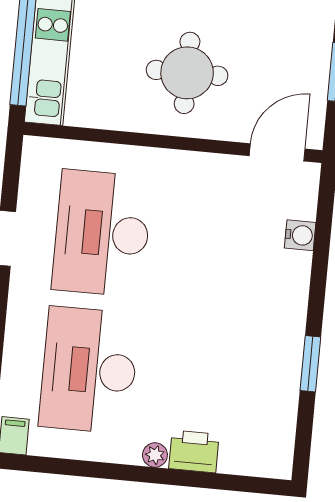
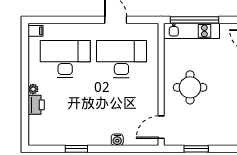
door: (277, 152) -> (161, 127), swing flipped
water cooler: (300, 235) -> (117, 140), moved

